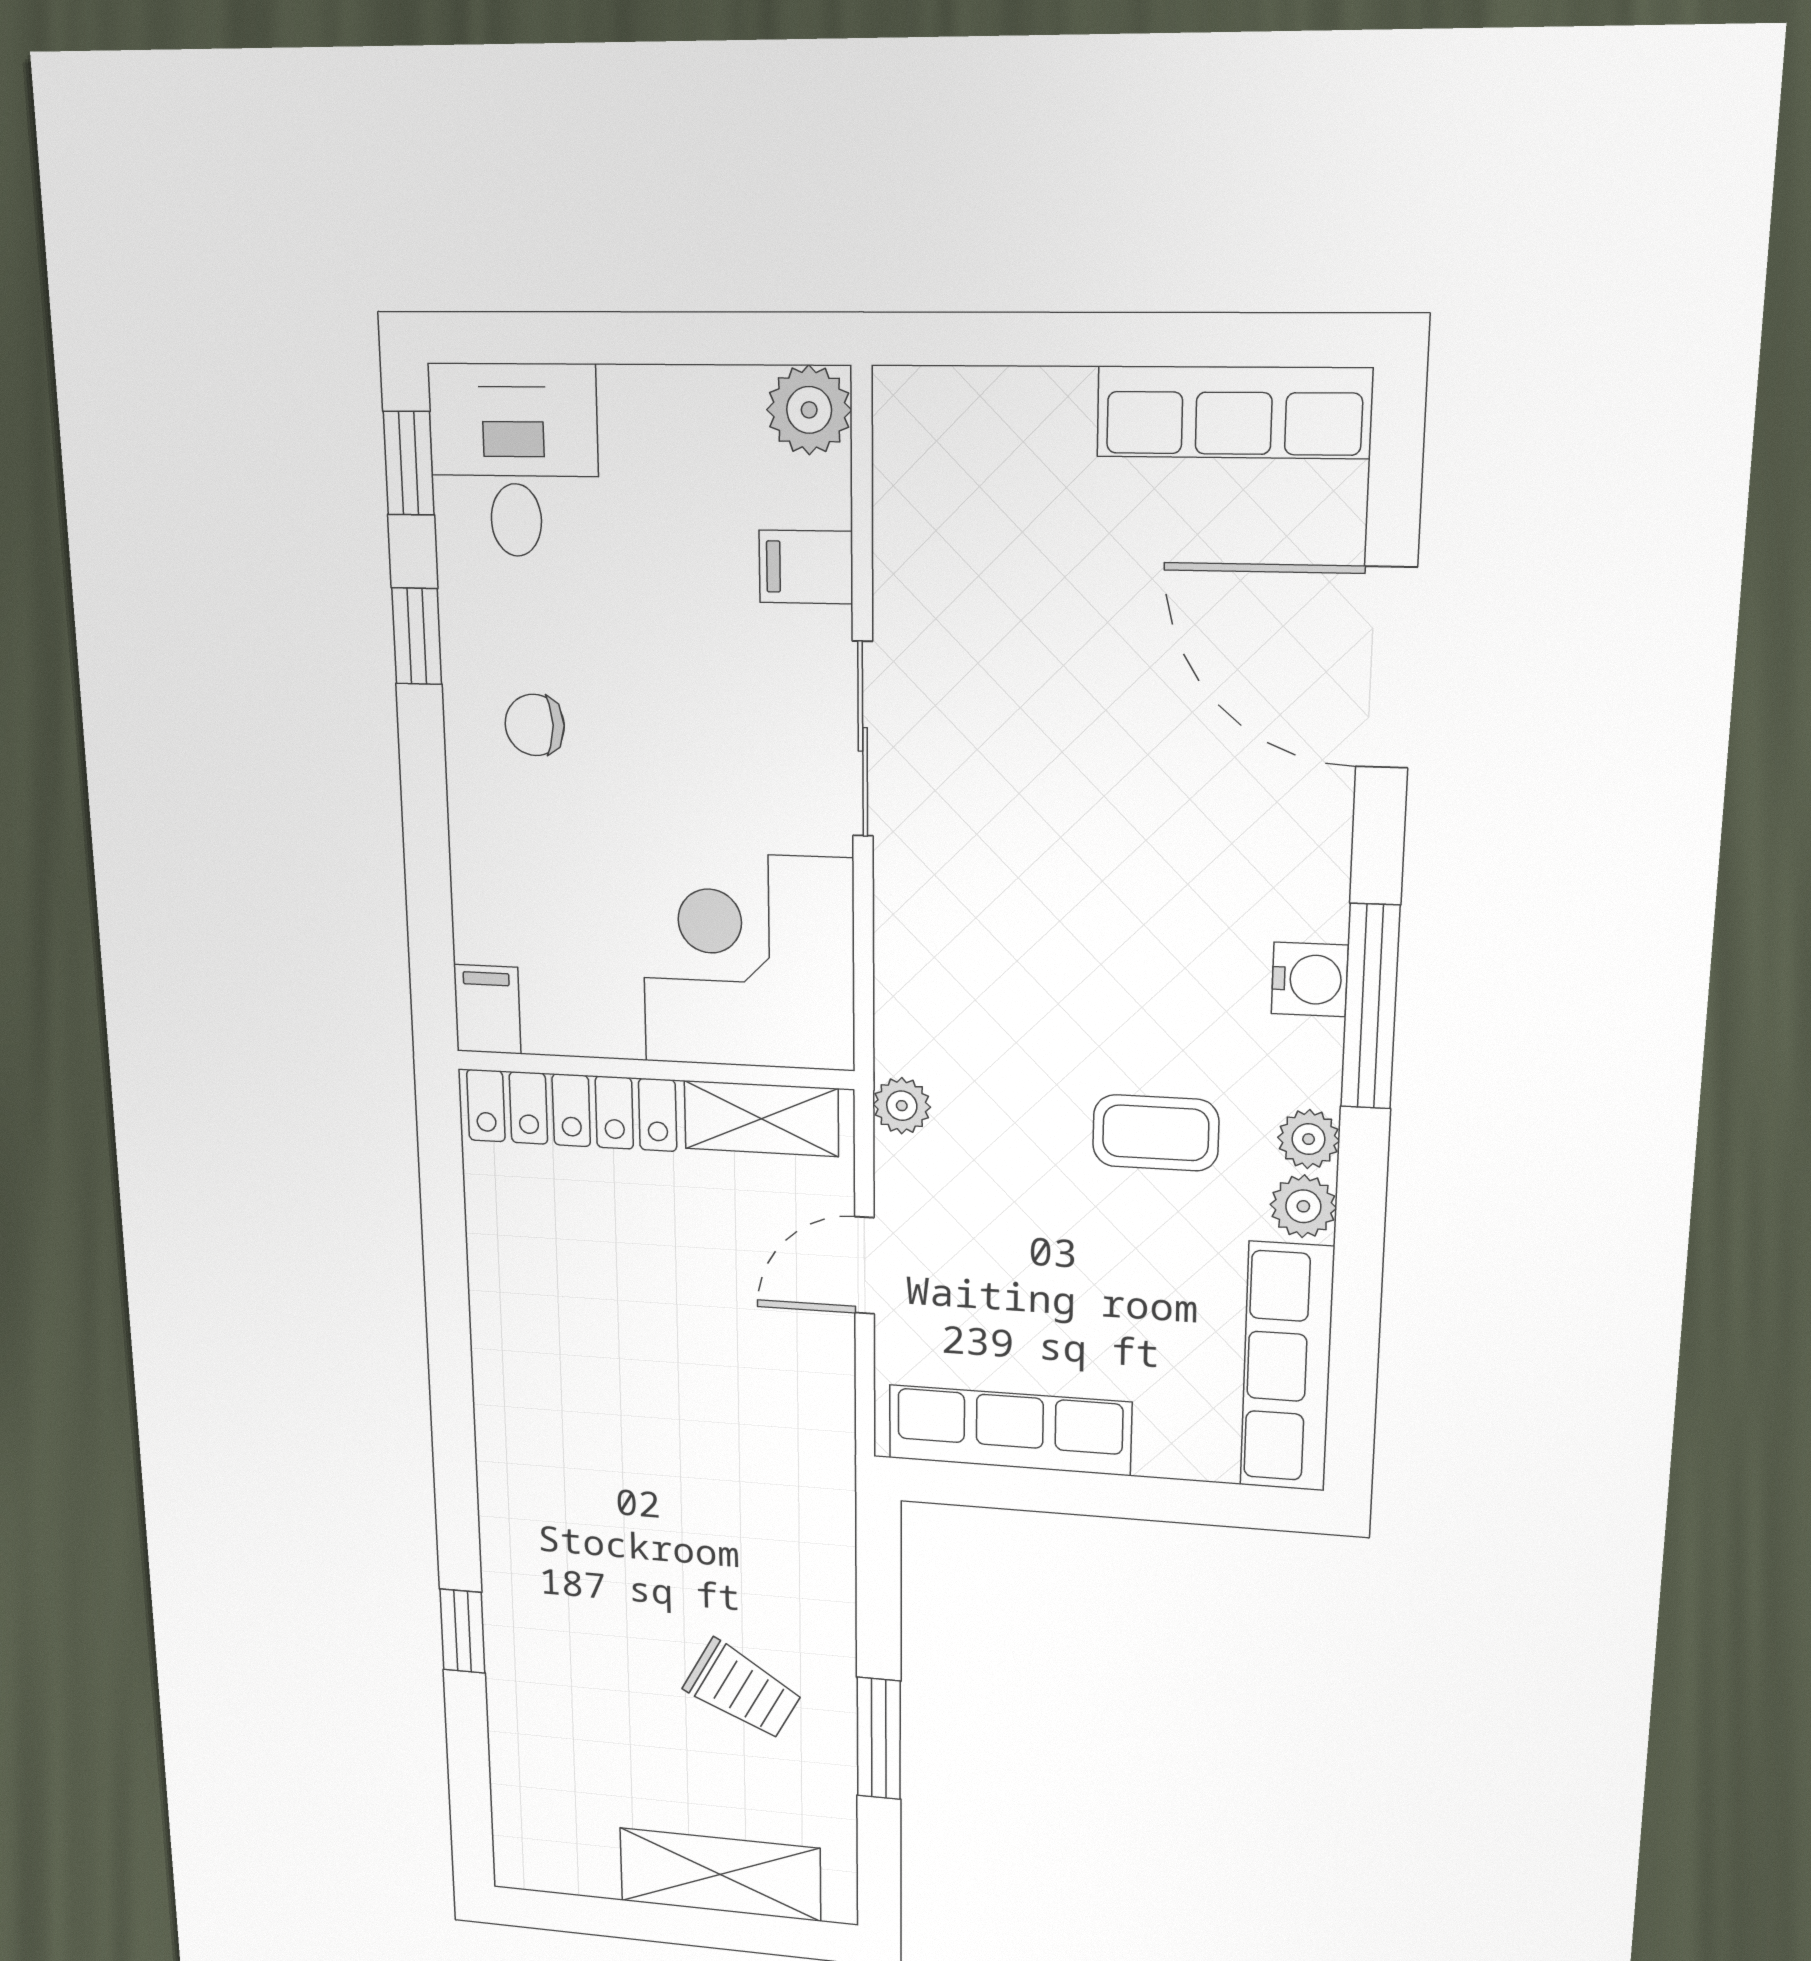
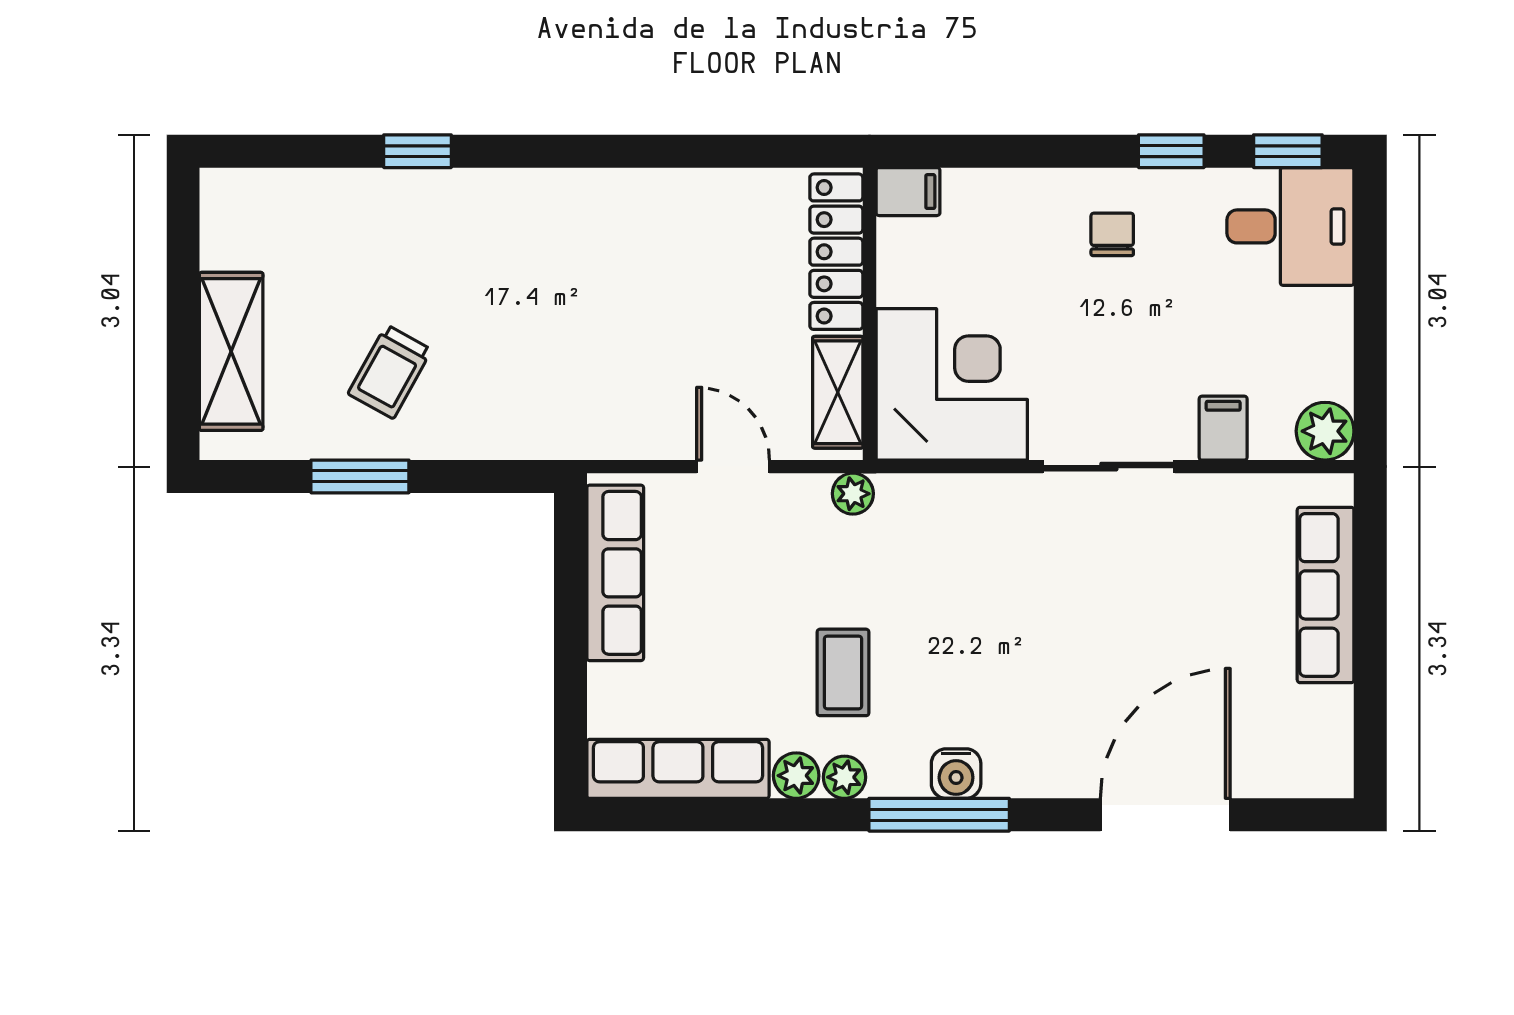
row of seats: (1234, 412) -> (1326, 595), moved

